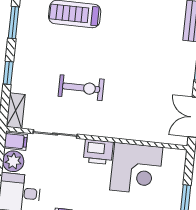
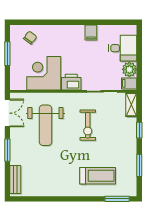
exercise bike: (81, 88) -> (88, 125), turned -90
weight bench: (142, 94) -> (45, 125), added

